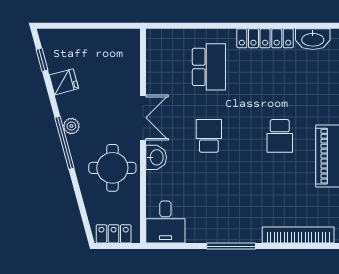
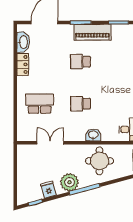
locker: (265, 38) -> (23, 64), width x0.66
double door: (143, 118) -> (50, 143), moved
plant: (71, 126) -> (69, 182), width x1.88, depth x1.88
school desk: (280, 136) -> (81, 62), turned 180

